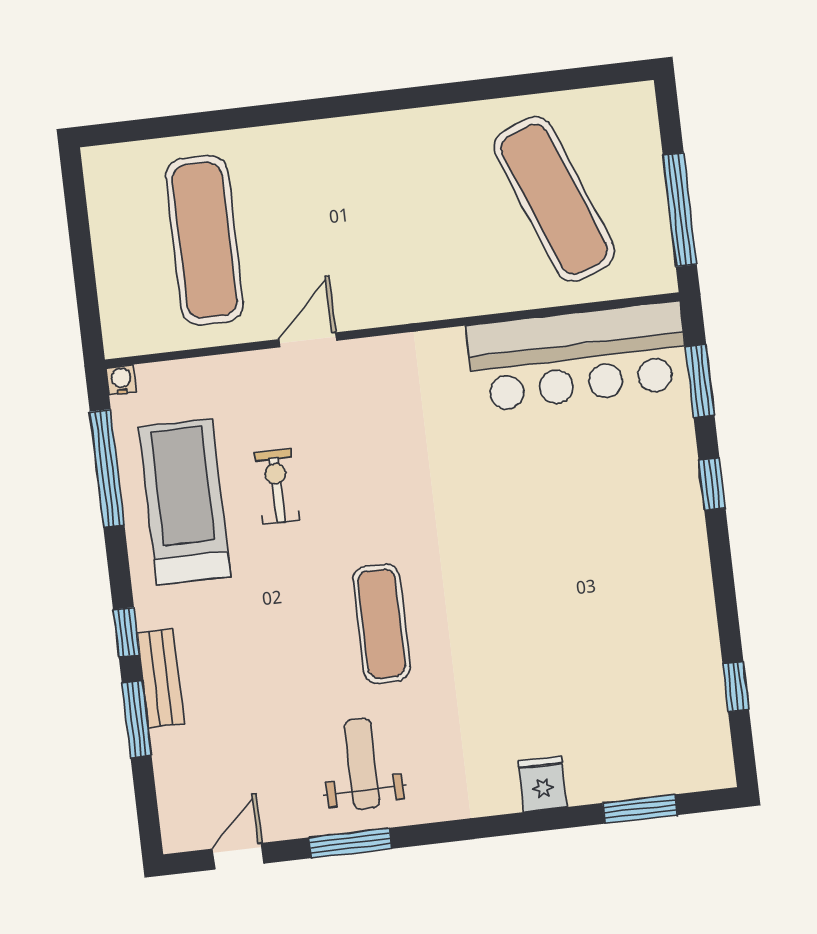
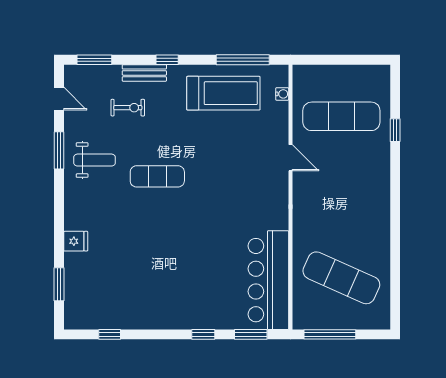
window: (221, 120) -> (395, 130), added
exercise mat: (554, 199) -> (341, 278), turned 45
water cooler: (121, 380) -> (282, 94), moved
exercise bike: (277, 487) -> (128, 108), moved
window: (137, 719) -> (94, 60), moved

